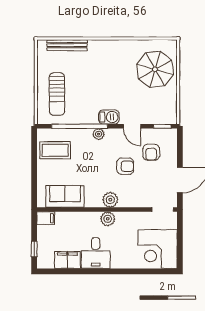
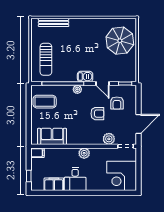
plant: (110, 200) -> (109, 139), moved

